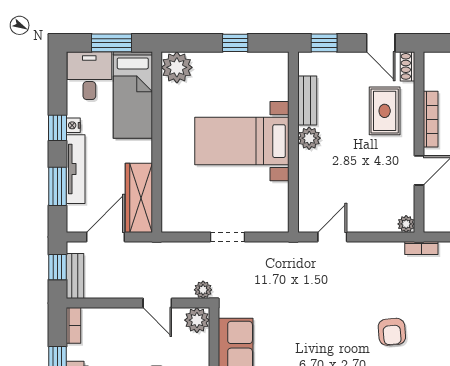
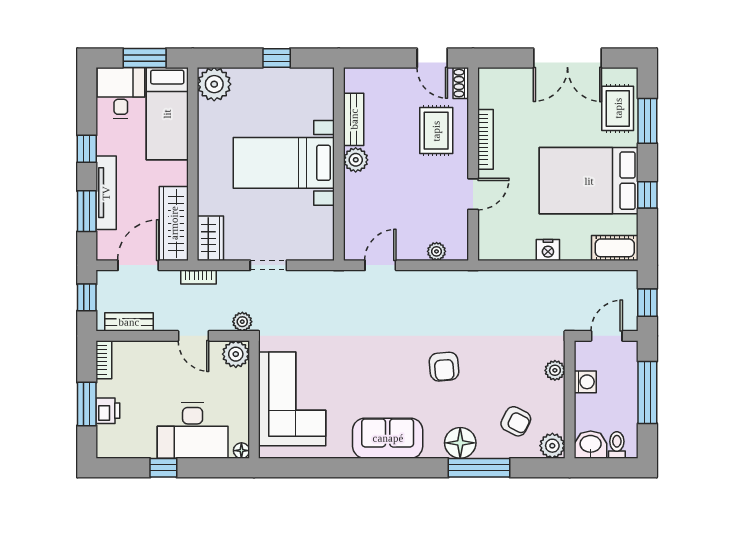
window: (324, 43) -> (372, 58), removed
nightstand: (73, 125) -> (104, 146), removed
wardrobe: (173, 212) -> (210, 238), added
plant: (406, 224) -> (437, 251), moved
bookcase: (421, 248) -> (198, 277), moved
bench: (75, 276) -> (129, 322), moved, turned 90

